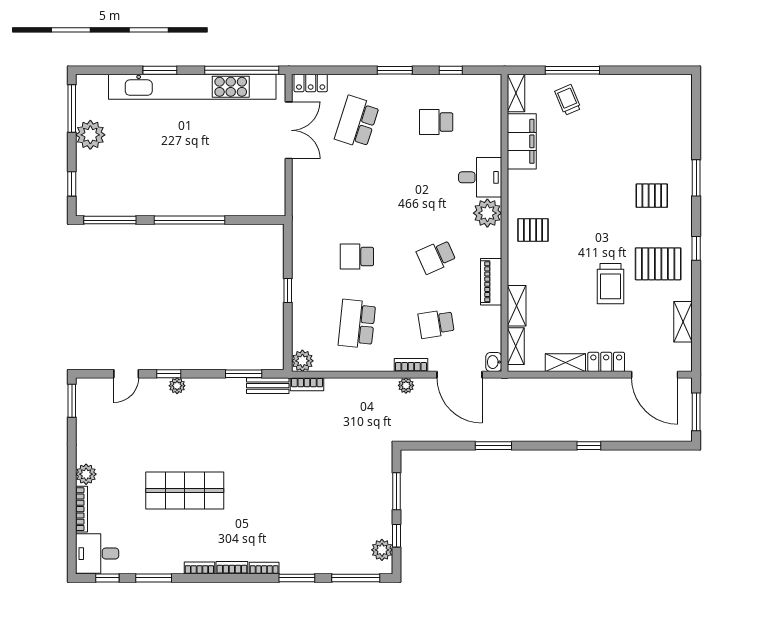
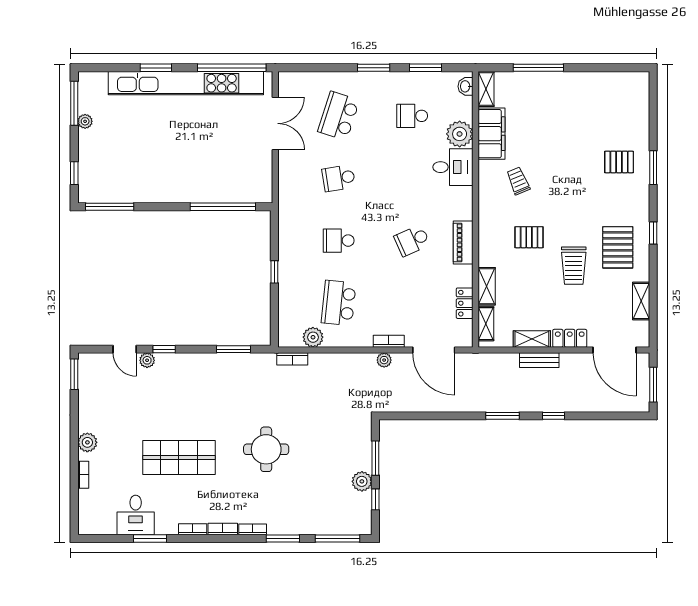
window: (451, 70) -> (426, 68), width x1.50
locker: (311, 83) -> (465, 303), moved, turned 90
trolley: (568, 100) -> (518, 181), moved
plant: (90, 135) -> (85, 121), width x0.53, depth x0.53
pallet: (652, 196) -> (619, 162), moved
plant: (487, 213) -> (460, 134), moved
window: (189, 220) -> (223, 207), moved
pallet: (533, 230) -> (529, 237), moved
pallet: (658, 264) -> (618, 247), turned 90
piano: (491, 282) -> (463, 243), moved
school desk: (436, 324) -> (339, 178), moved
plant: (302, 361) -> (313, 337), moved
washbasin: (494, 362) -> (465, 86), moved
door: (126, 374) -> (125, 349), hinge flipped
plant: (177, 386) -> (147, 360), moved
bench: (268, 386) -> (539, 360), moved
window: (493, 446) -> (502, 416), moved
round table: (279, 482) -> (266, 449), added
bookcase: (82, 509) -> (83, 475), width x0.64
plant: (382, 550) -> (362, 481), moved
desk: (97, 554) -> (136, 515), moved, turned -90
window: (107, 578) -> (107, 538), removed

